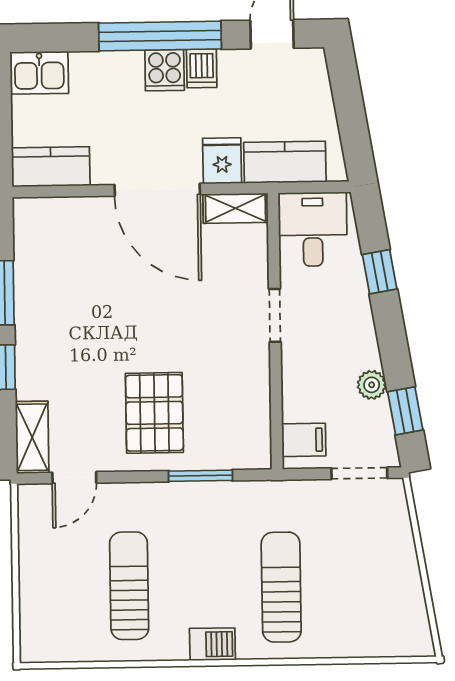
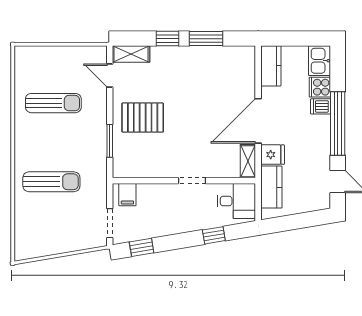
dishwasher: (202, 68) -> (321, 106), moved
cooker: (165, 70) -> (320, 87), moved
plant: (372, 385) -> (155, 230), removed
barbecue: (212, 644) -> (22, 146), removed

